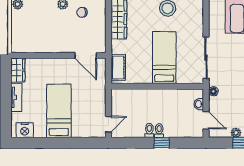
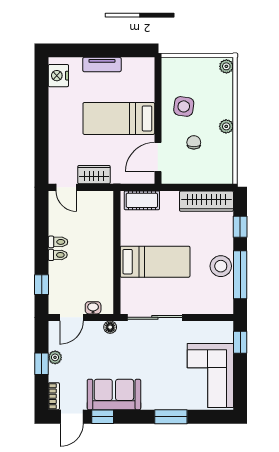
chair: (82, 12) -> (194, 142), moved
side table: (48, 36) -> (184, 106), added
wardrobe: (18, 70) -> (94, 175), moved, turned 180
bed: (59, 111) -> (119, 118), moved, turned 180
window: (162, 143) -> (42, 285), moved

